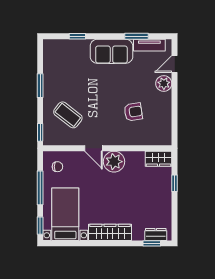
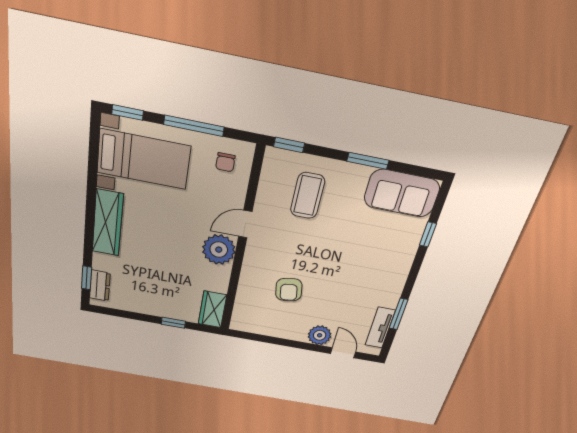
sofa: (111, 51) -> (402, 193), moved, turned -90
coffee table: (68, 115) -> (308, 196), turned -38

